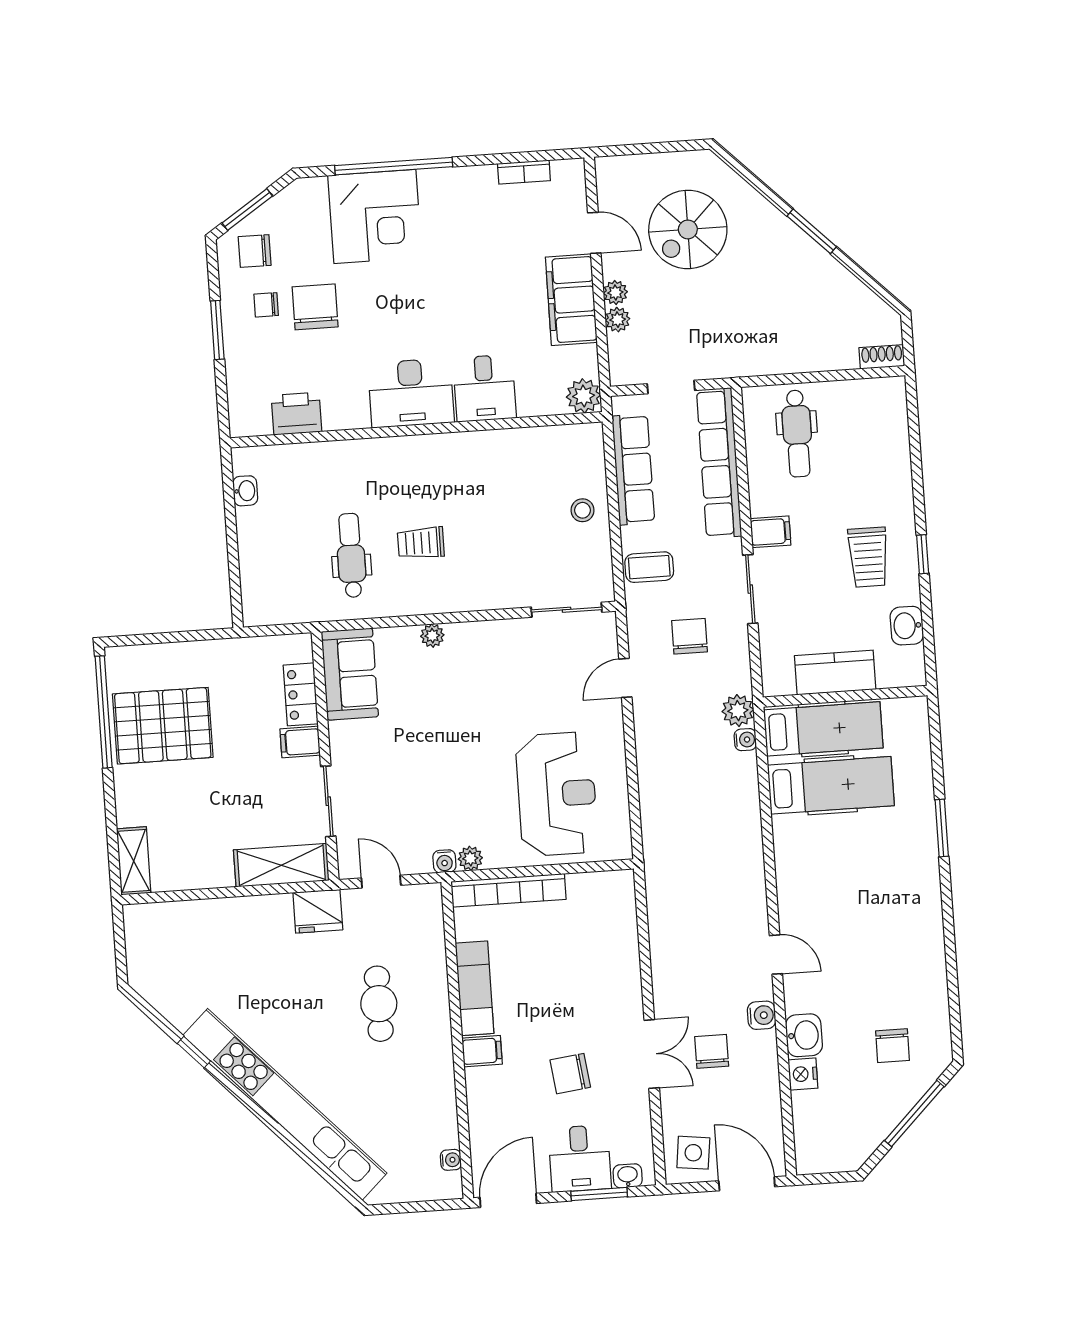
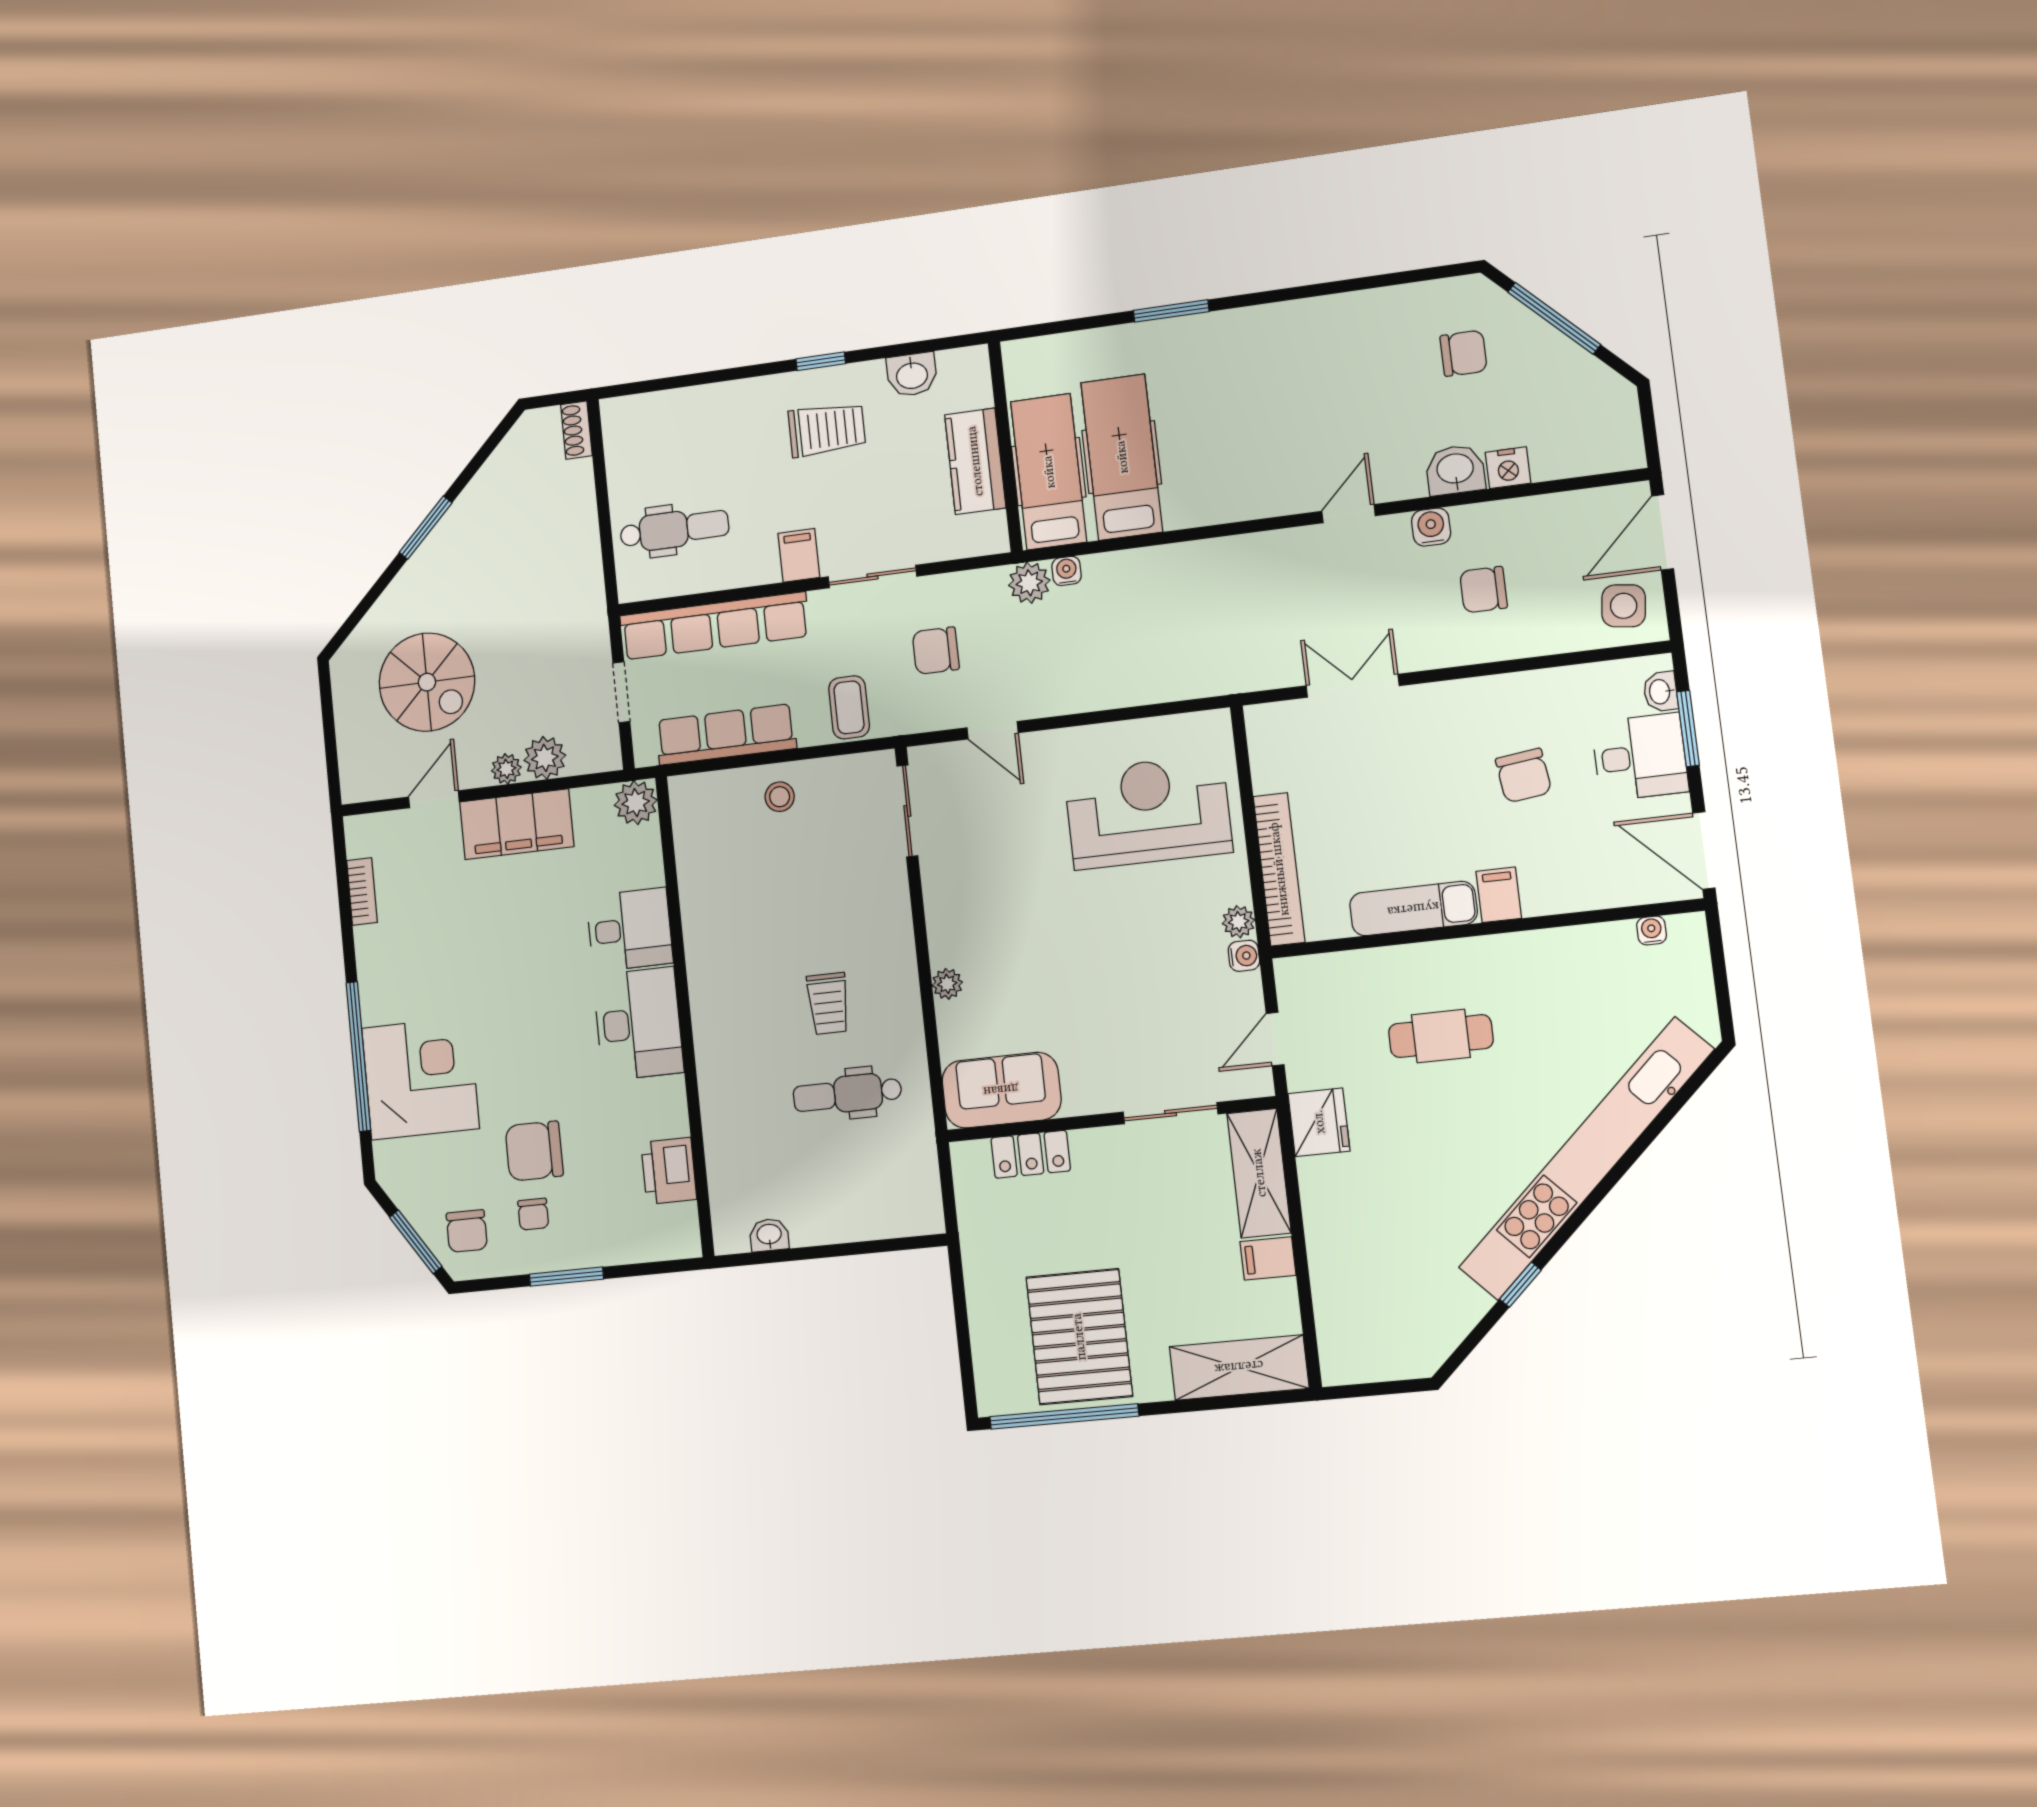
plant: (618, 320) -> (545, 758), width x1.38, depth x1.38
filing cabinet: (300, 742) -> (1268, 1258), moved, turned 90
shelving: (134, 861) -> (1239, 1367), width x1.50, depth x1.33
double door: (652, 1054) -> (1353, 686), moved

